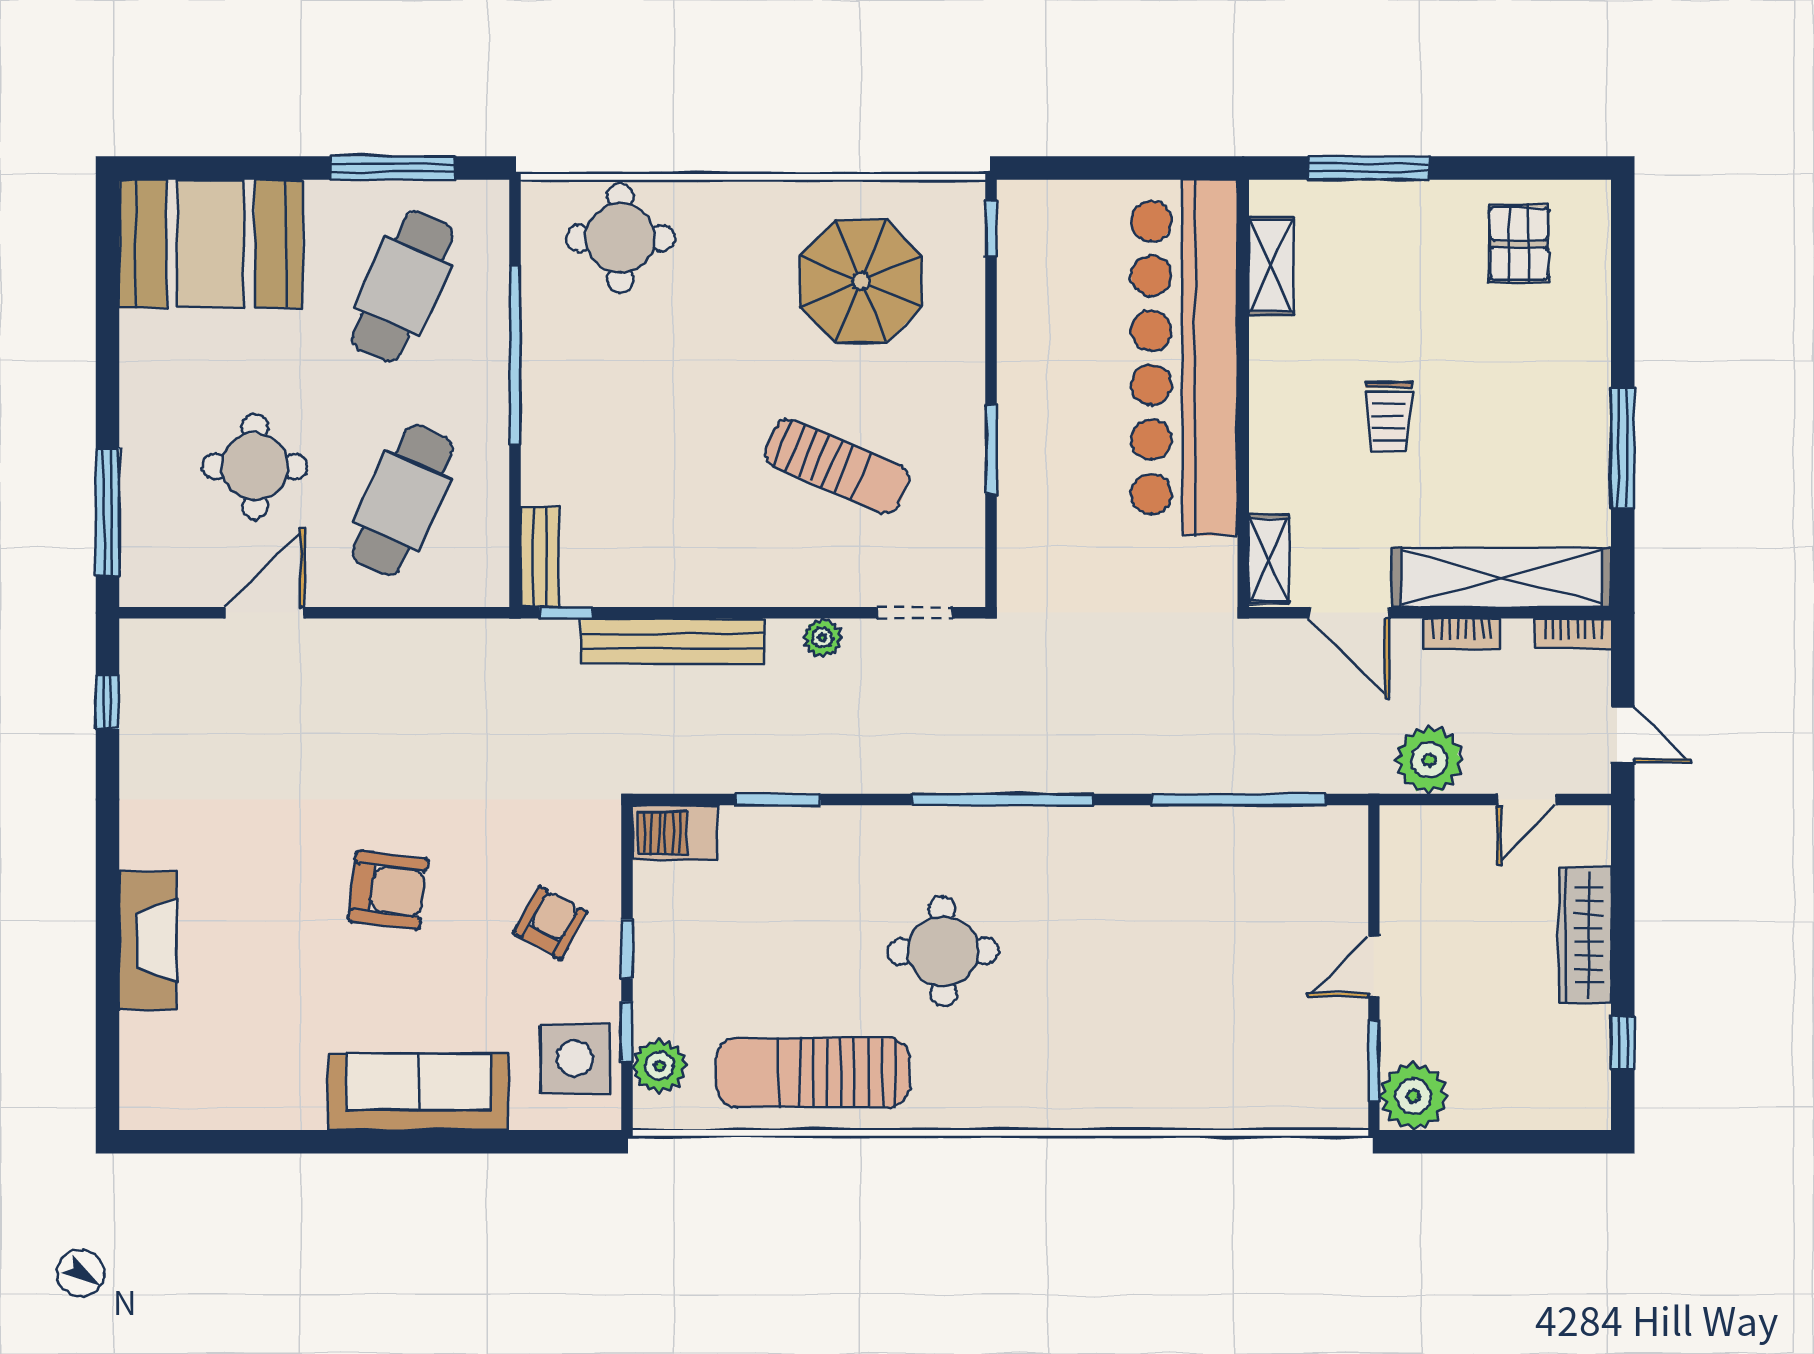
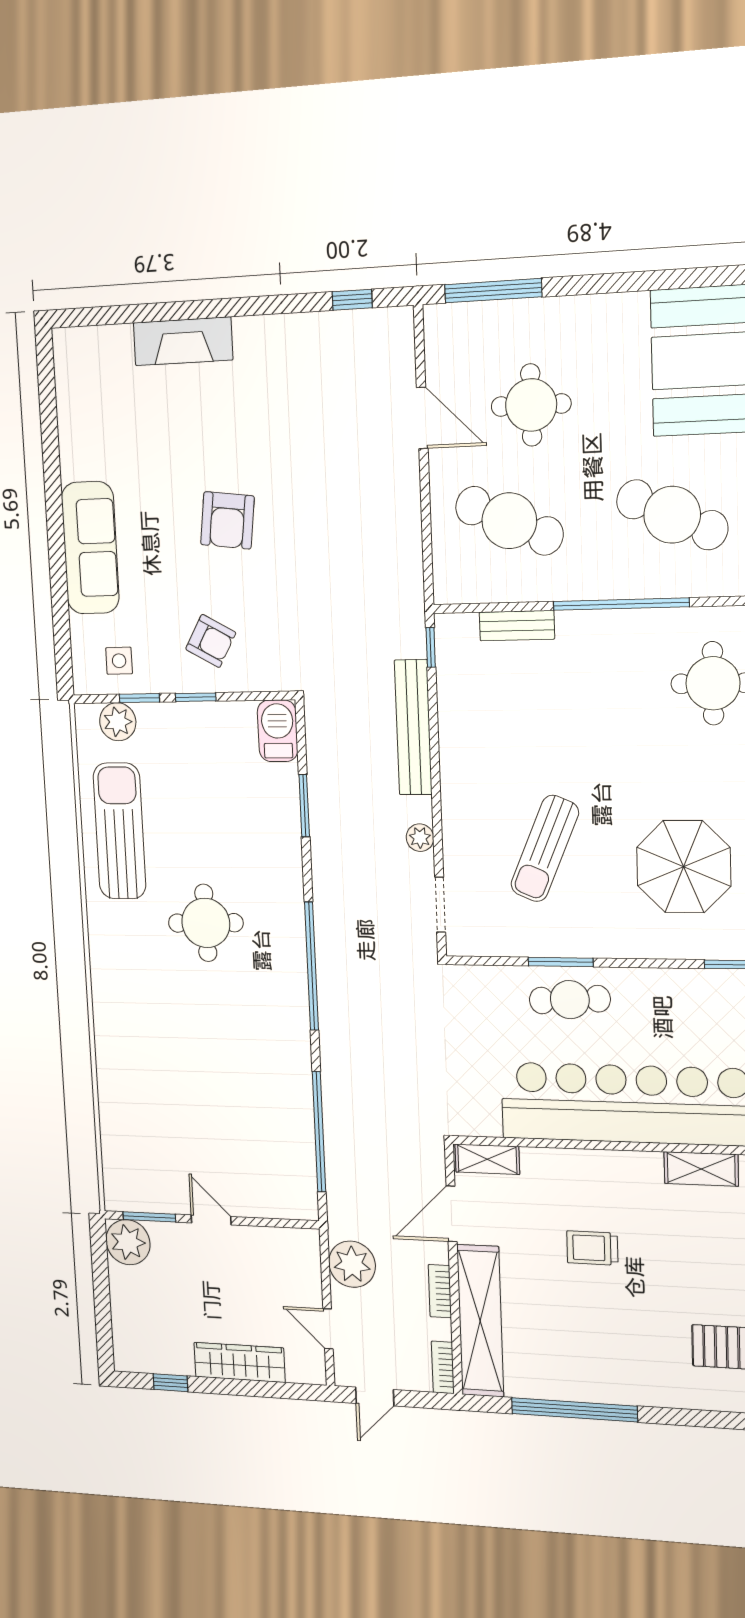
cafe table: (1042, 438) -> (570, 1000), added
window: (1623, 448) -> (574, 1410), width x1.46
bench: (540, 557) -> (517, 626), moved
side table: (575, 1059) -> (119, 661), width x0.54, depth x0.54

